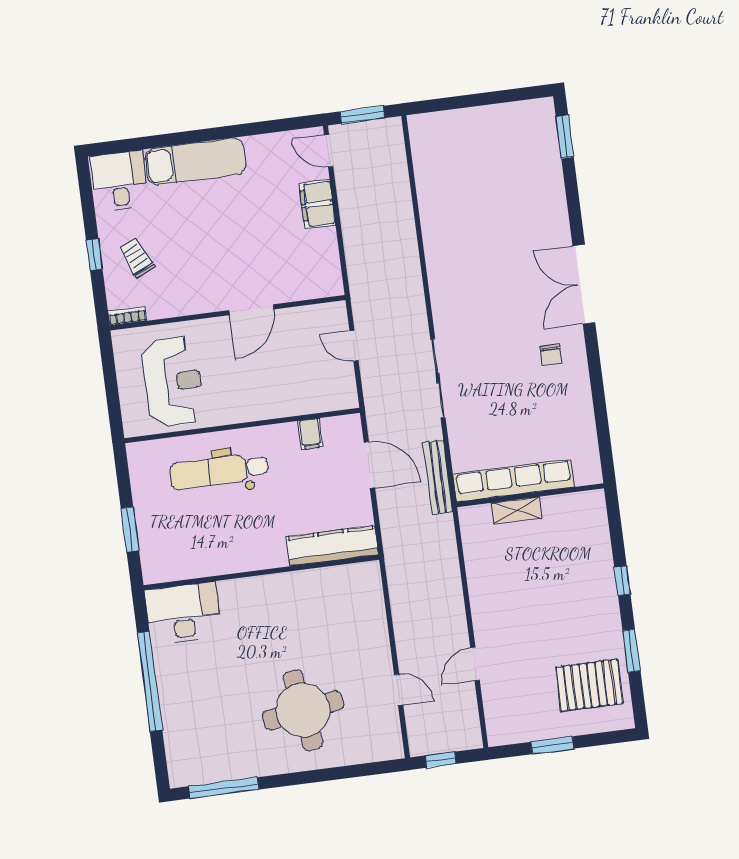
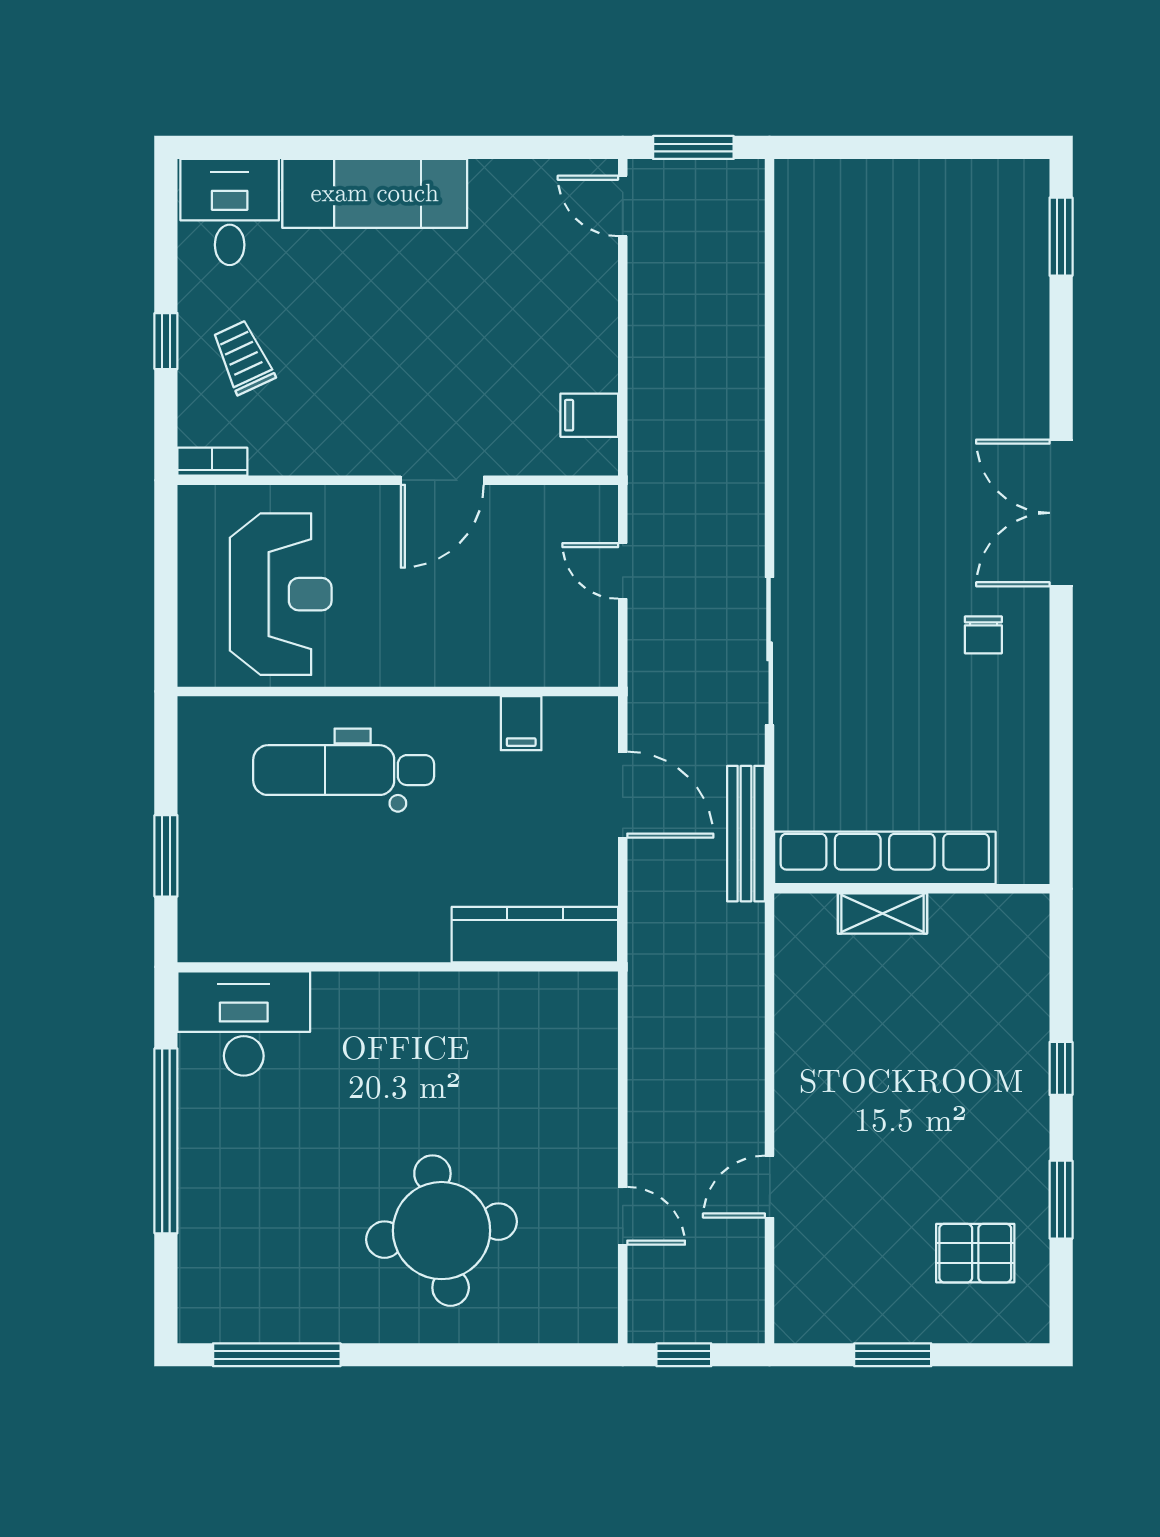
filing cabinet: (317, 204) -> (589, 415), moved, width x0.50
pallet: (589, 685) -> (975, 1253), width x0.67, depth x0.71

